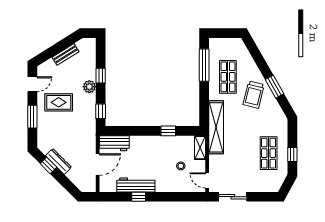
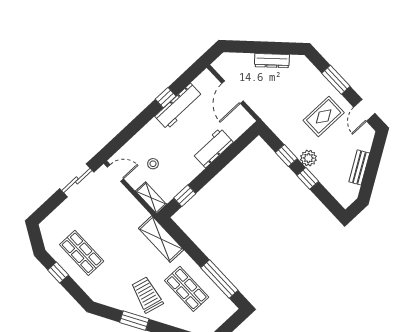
window: (101, 111) -> (286, 155), moved
shelving: (216, 127) -> (161, 239), width x0.68
window: (168, 131) -> (185, 196), moved
workbench: (114, 143) -> (213, 148), moved
window: (48, 165) -> (278, 48), removed

